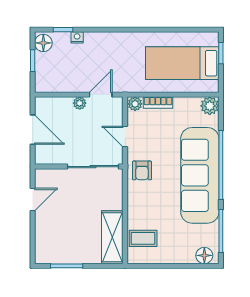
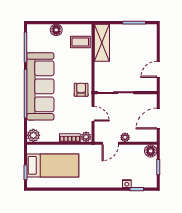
floor lamp: (43, 43) -> (151, 151), moved
door: (33, 130) -> (158, 119), hinge flipped
floor lamp: (204, 255) -> (56, 30), moved

